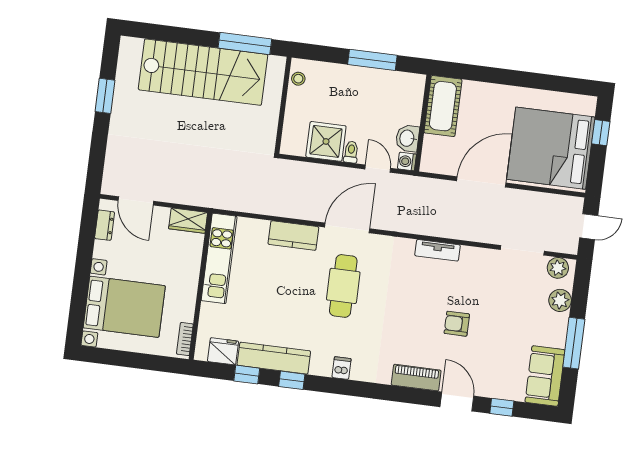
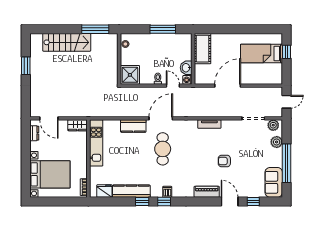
stairs: (203, 72) -> (67, 42), width x0.73, depth x0.66
shower: (326, 141) -> (130, 75), moved
bed: (551, 148) -> (262, 54), width x0.49
window: (574, 343) -> (287, 163), width x1.46
window: (247, 375) -> (164, 201), moved

